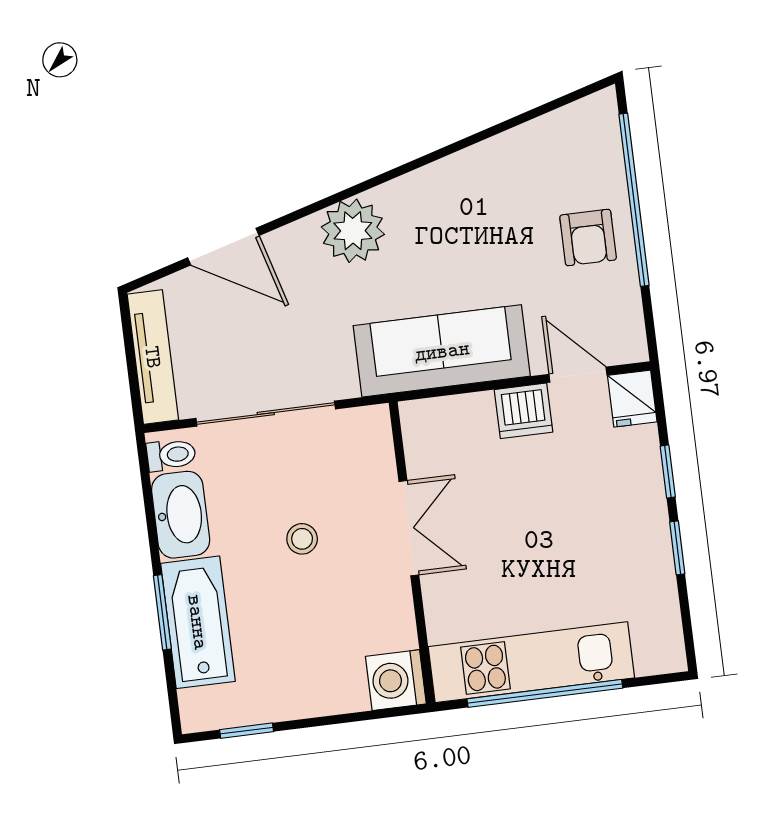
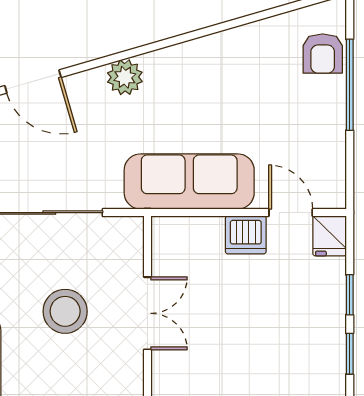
window: (634, 200) -> (350, 85), width x0.68
plant: (353, 231) -> (125, 77), width x0.73, depth x0.73
armchair: (588, 238) -> (323, 54), moved
stool: (302, 539) -> (65, 311), width x1.89, depth x1.89

